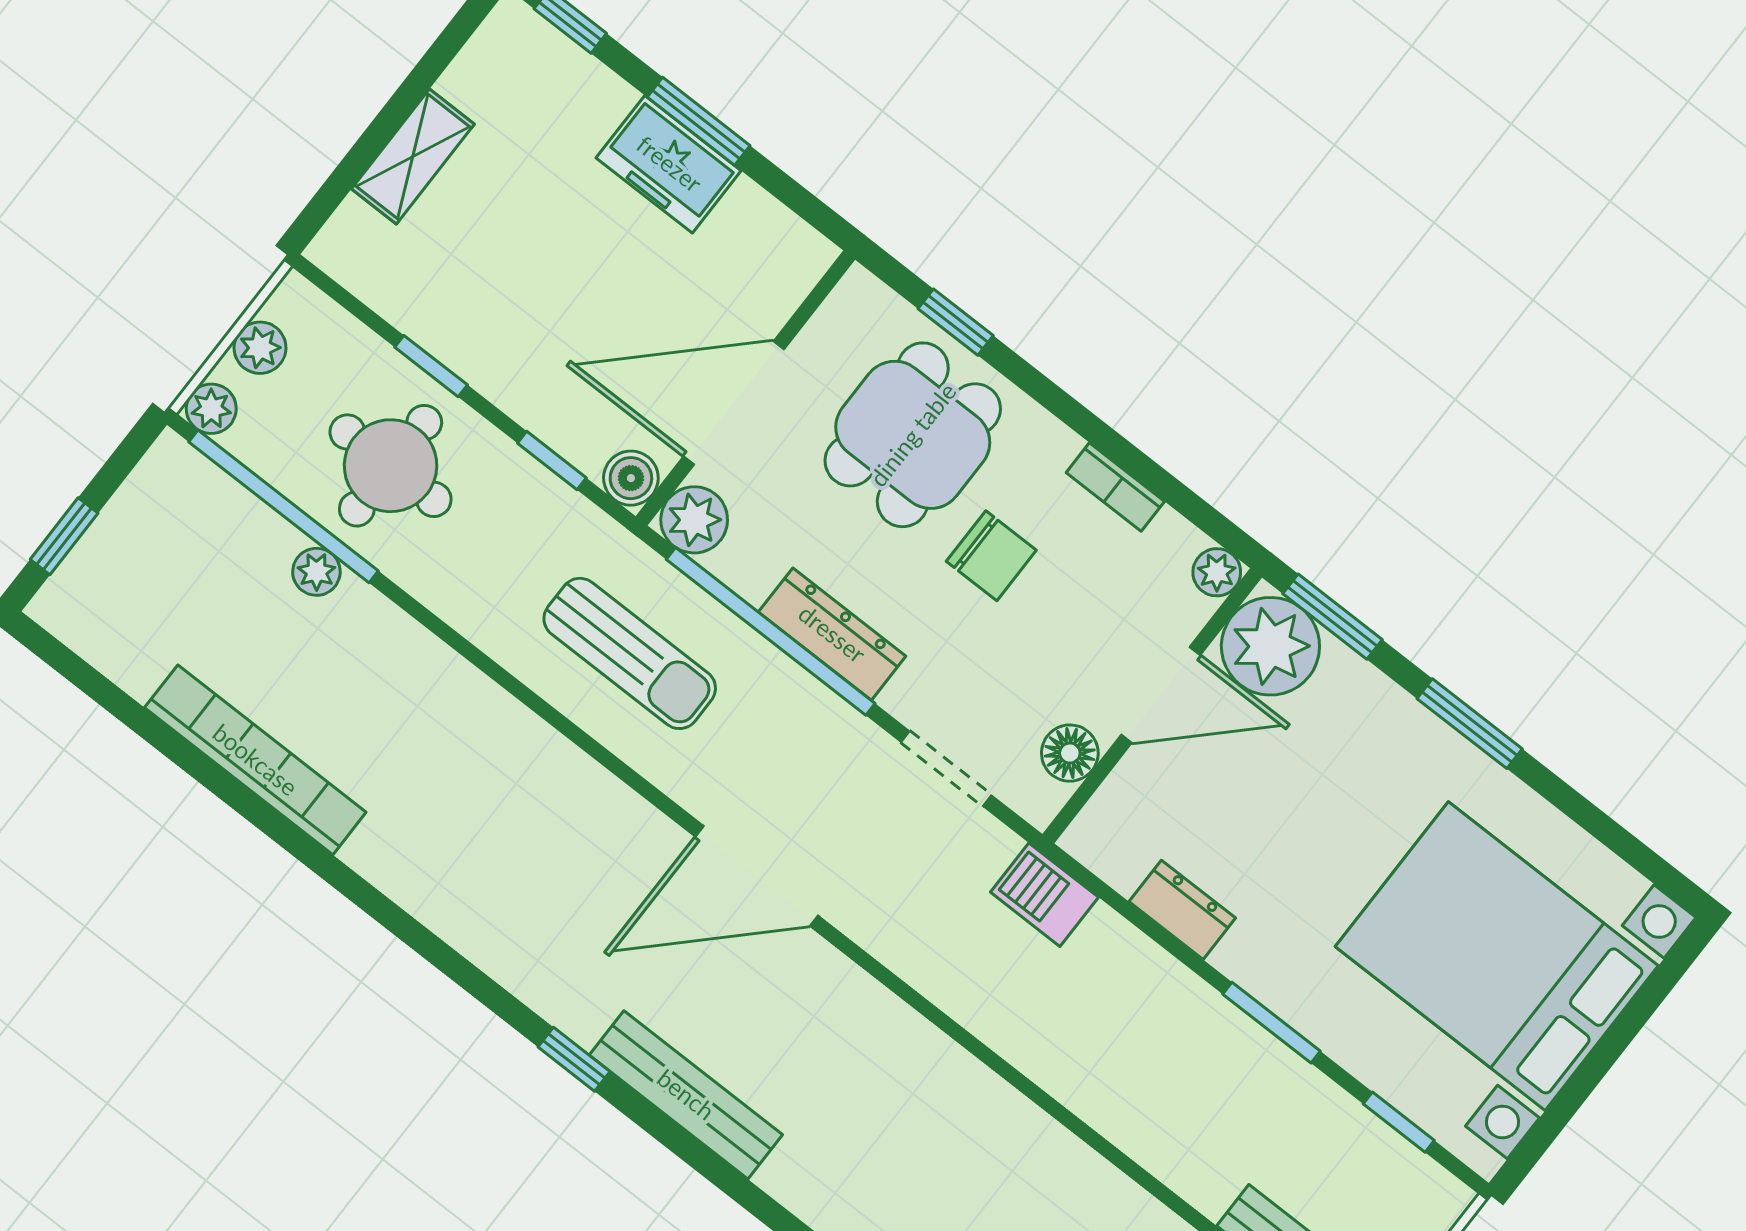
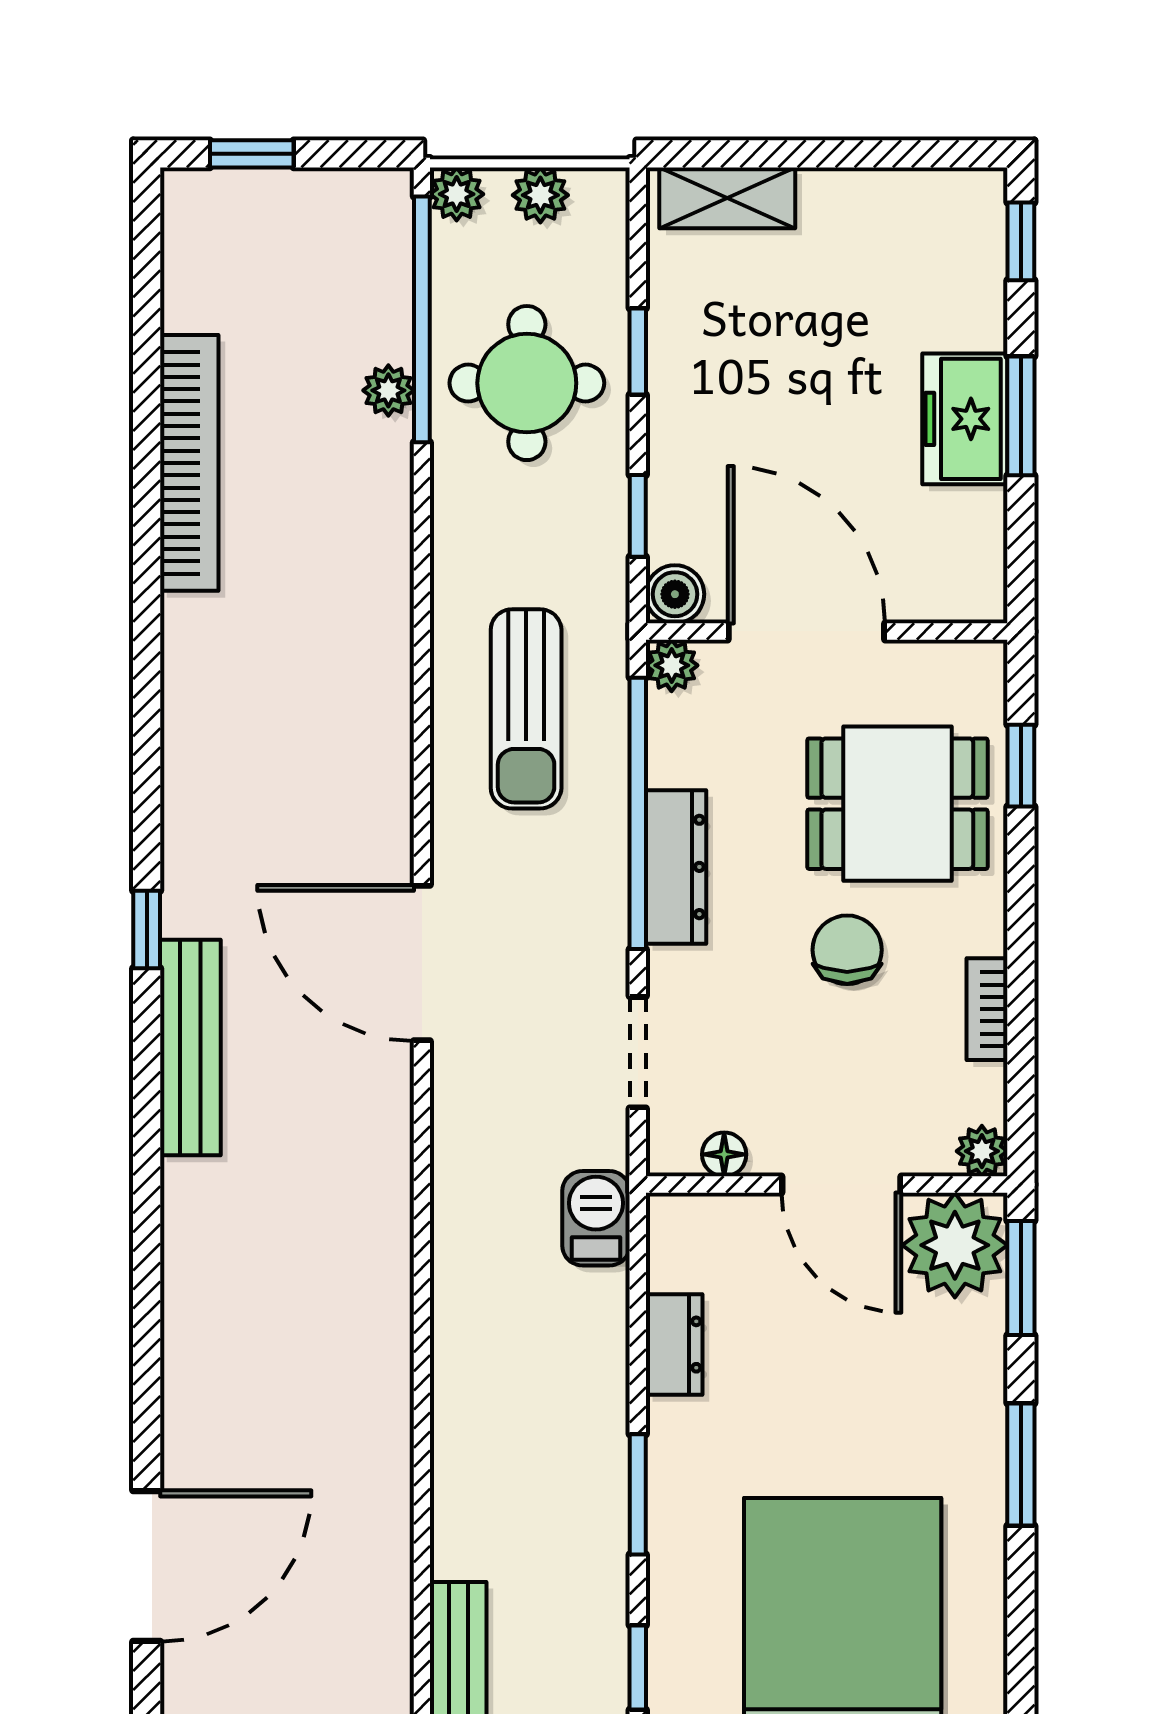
shelving: (413, 157) -> (727, 198), moved
plant: (694, 520) -> (672, 665), width x0.73, depth x0.73
chair: (991, 556) -> (847, 950), turned 180
floor lamp: (1070, 753) -> (724, 1154), width x0.73, depth x0.73

